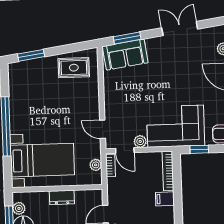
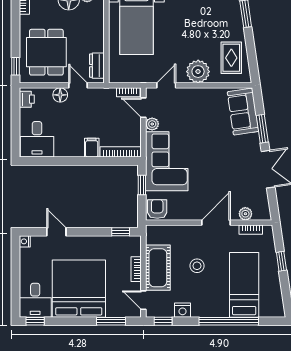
window: (127, 38) -> (262, 129), moved
door: (125, 150) -> (143, 108), hinge flipped
plant: (96, 165) -> (198, 72), moved, width x1.88, depth x1.88
dresser: (62, 197) -> (97, 66), moved

